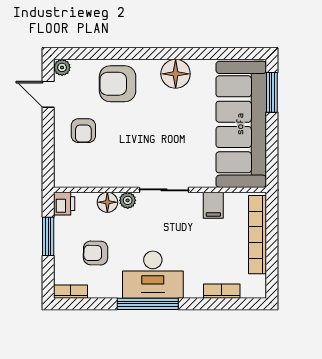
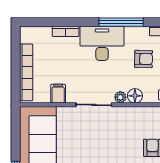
bookcase: (222, 291) -> (66, 31), moved
window: (148, 304) -> (121, 22), moved

